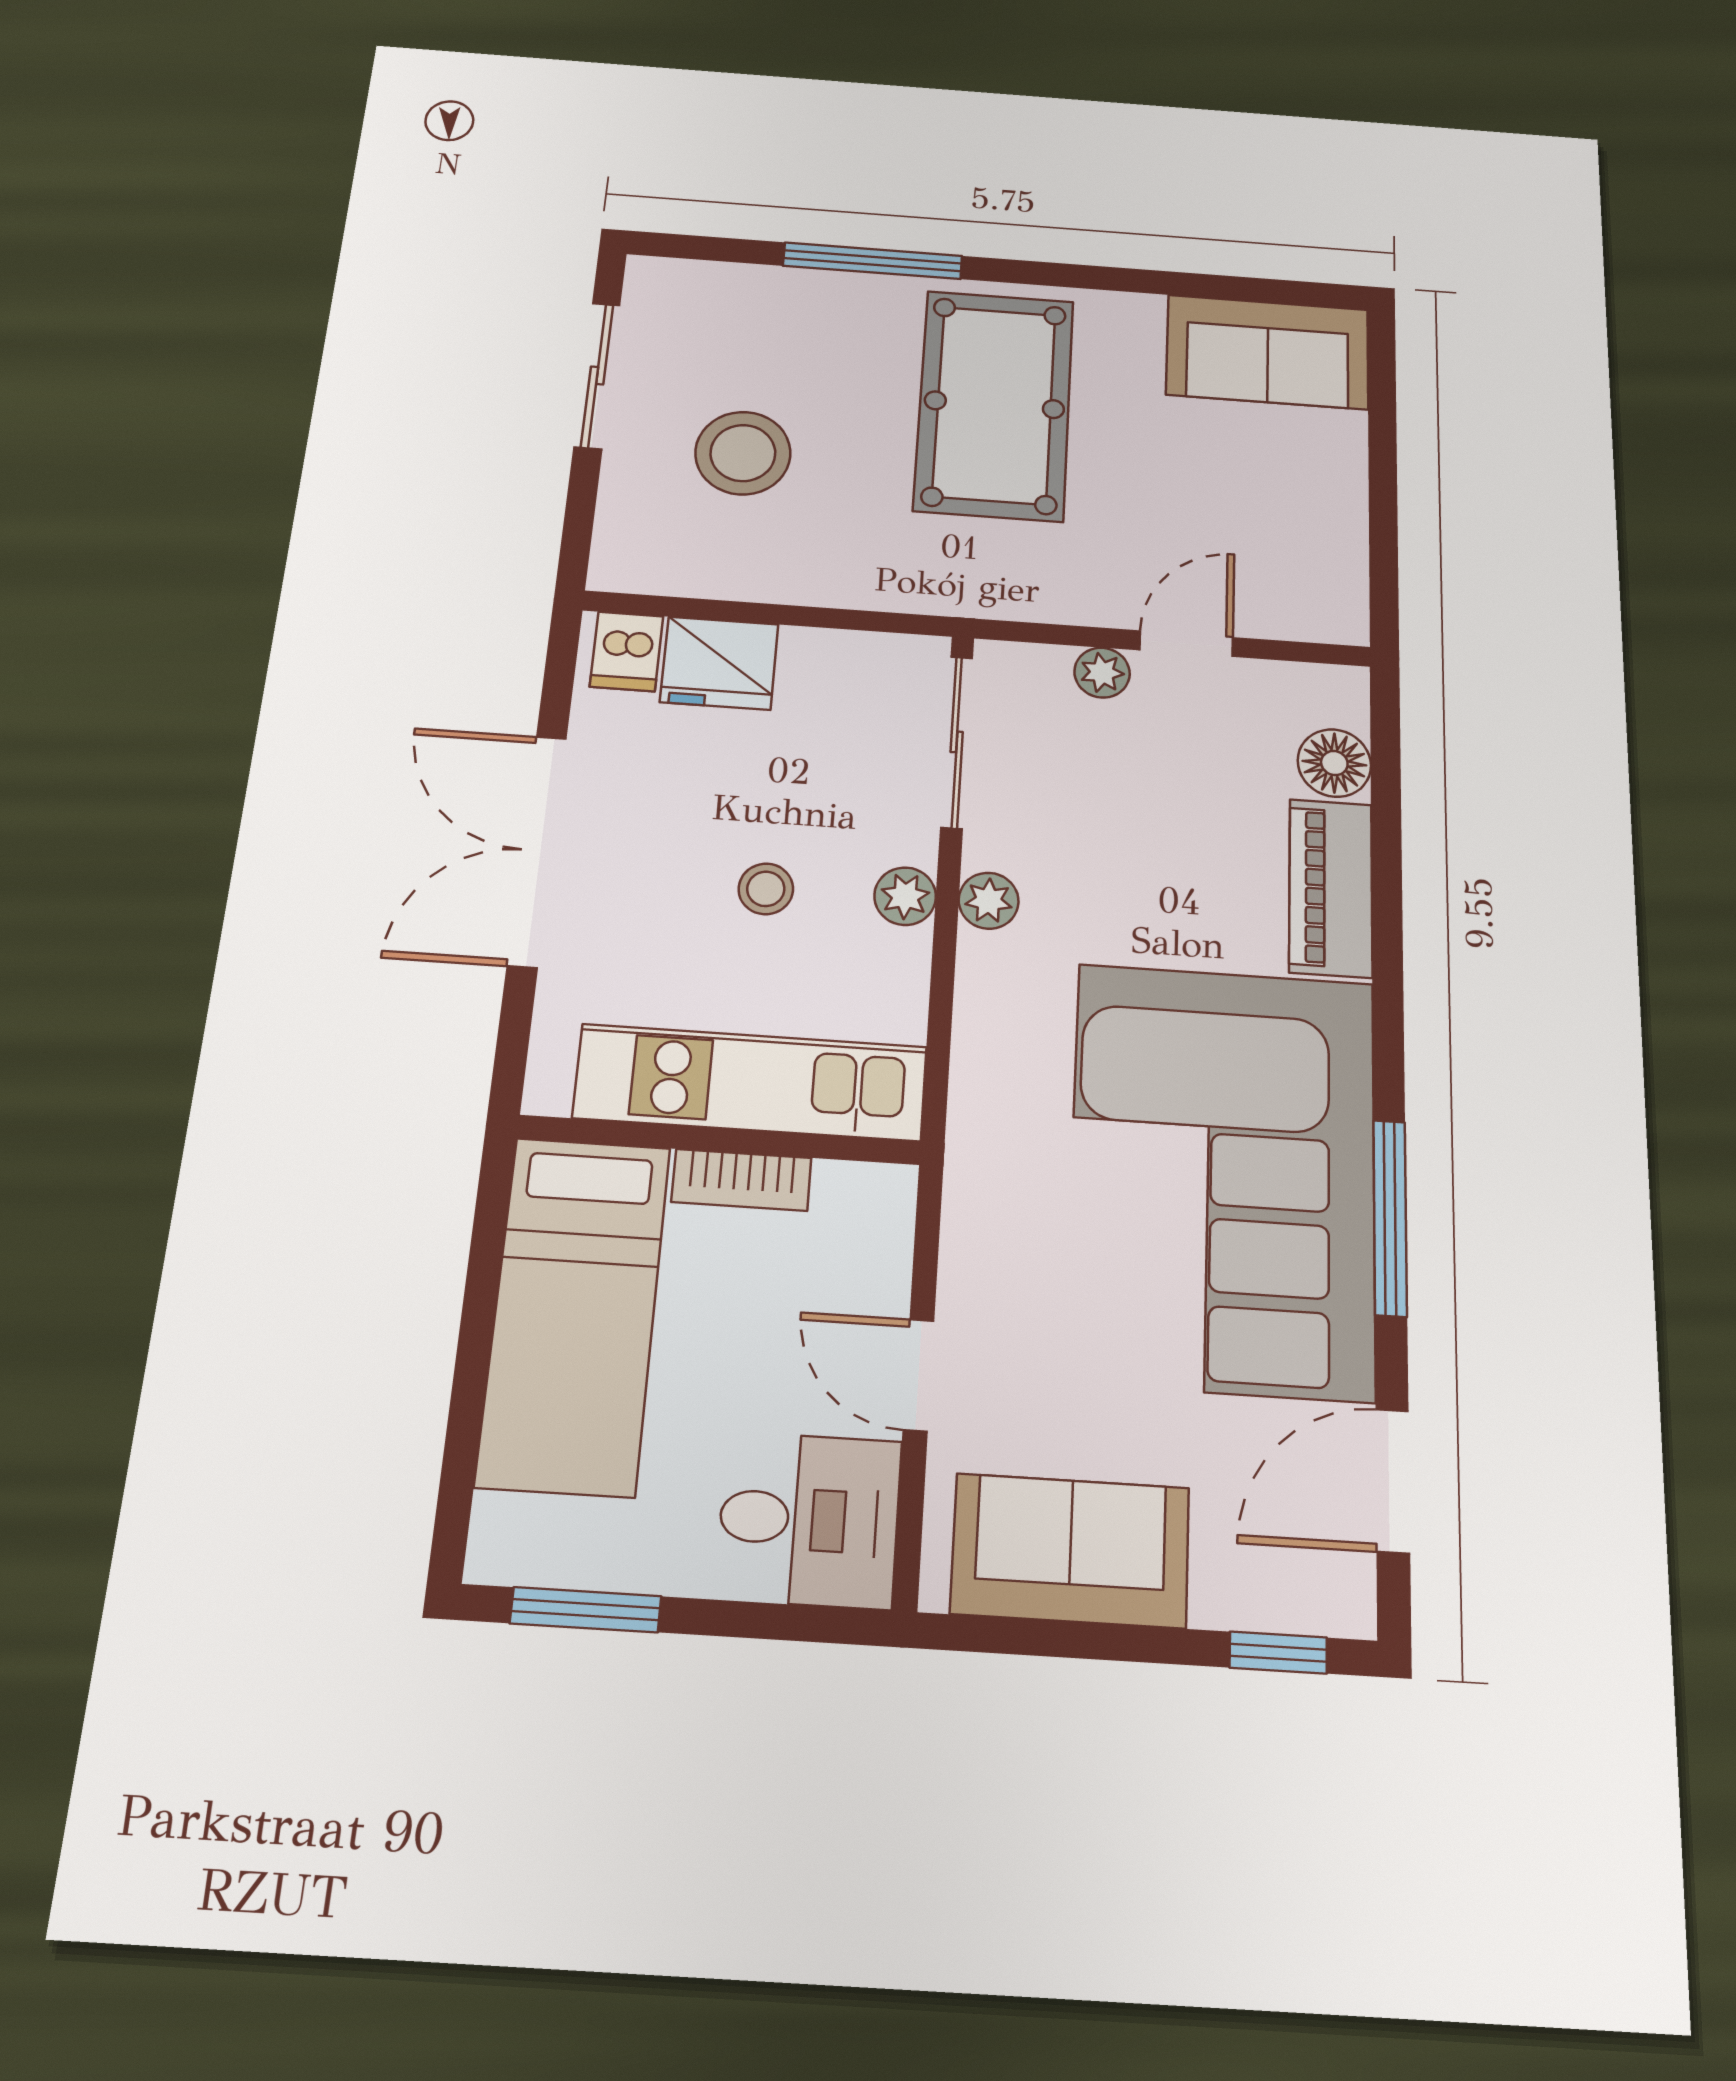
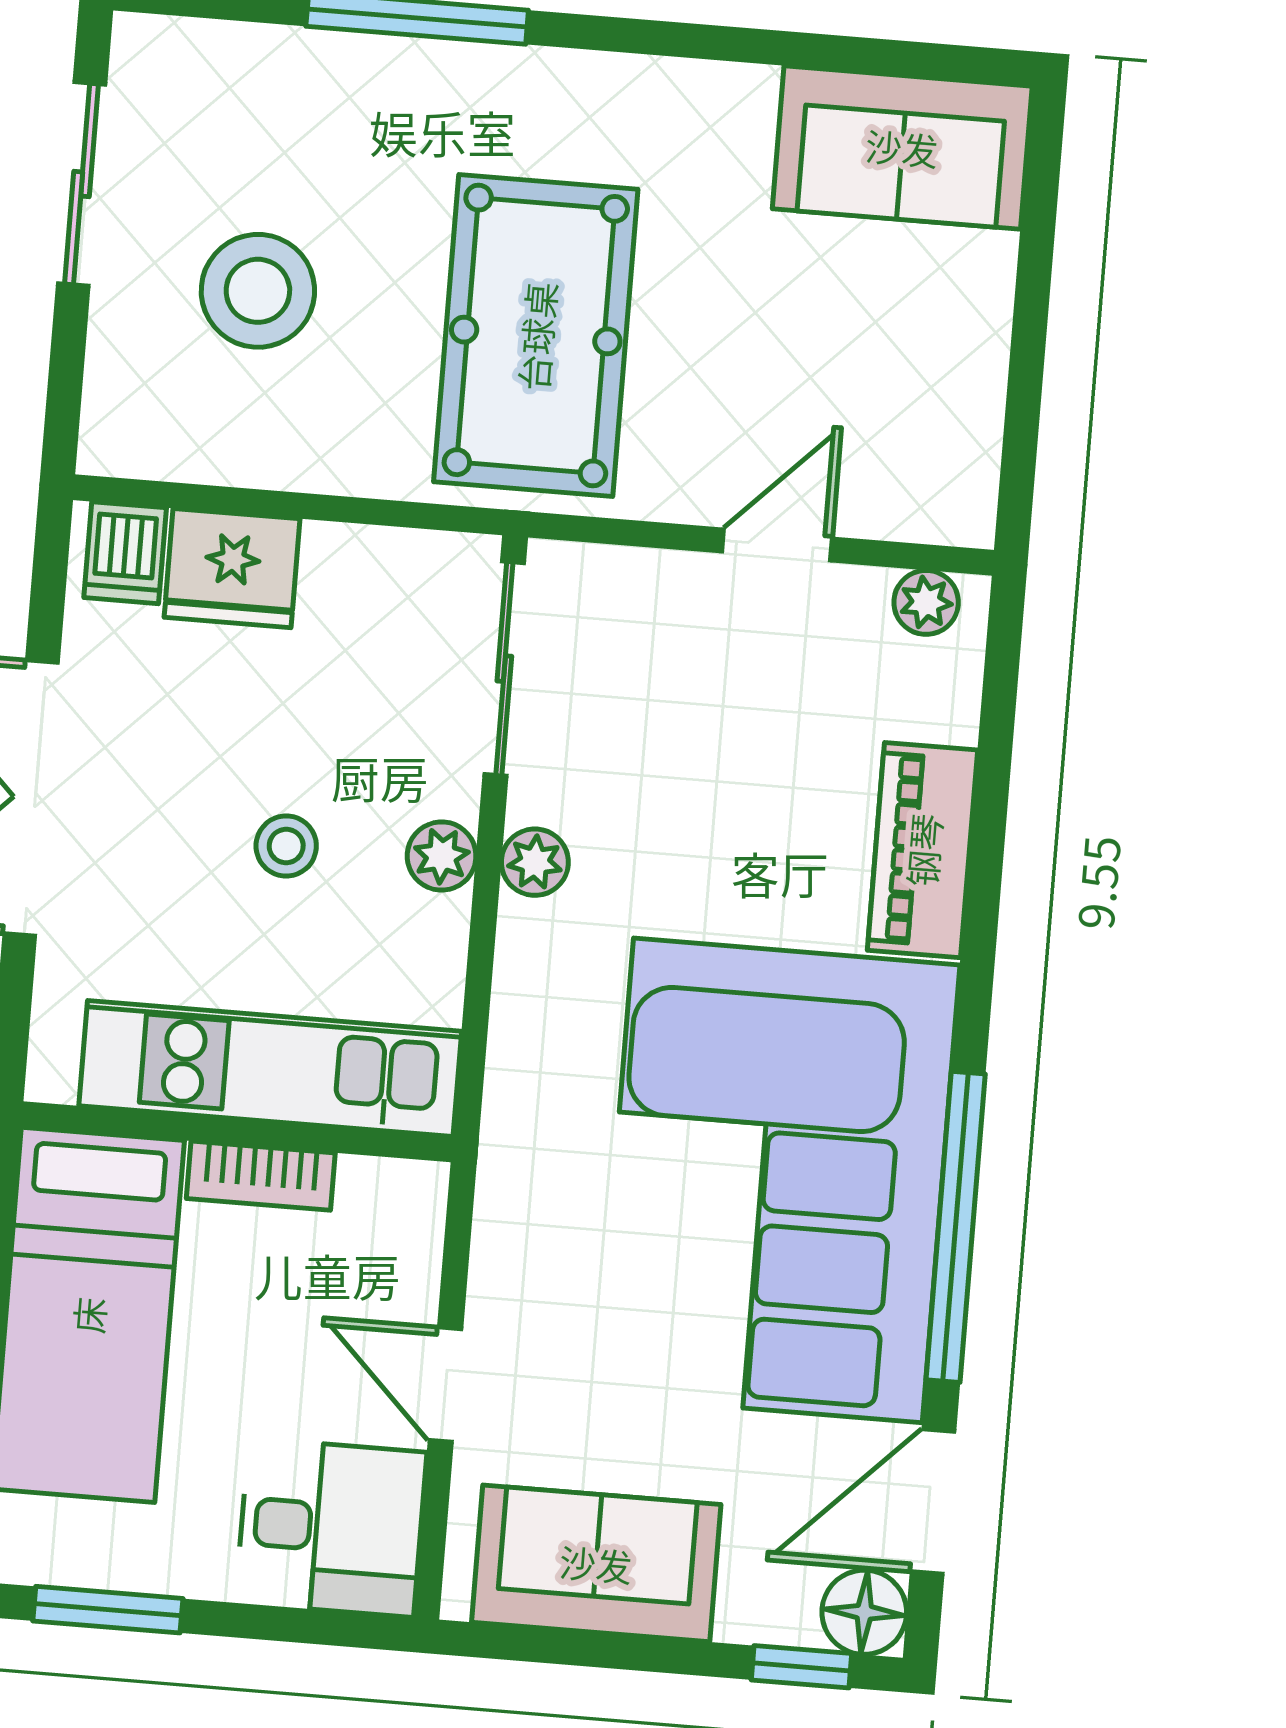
pool table: (994, 405) -> (536, 336), moved
plant: (1102, 673) -> (926, 602), moved
floor lamp: (1334, 763) -> (864, 1612), moved
window: (1390, 1217) -> (956, 1227), width x1.46

